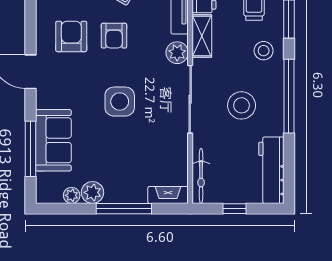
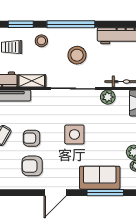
armchair: (114, 36) -> (32, 138), turned 180
plant: (177, 53) -> (108, 97), moved

